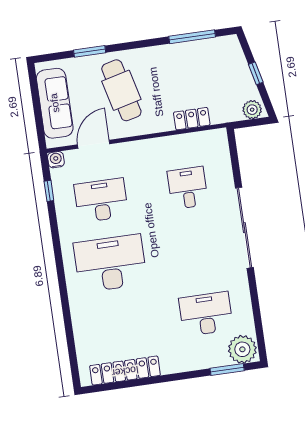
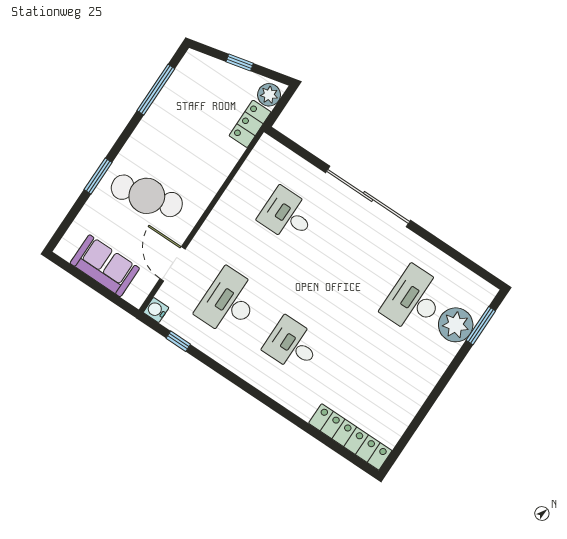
window: (90, 51) -> (98, 176), moved
sofa: (55, 103) -> (105, 266), width x0.73
locker: (192, 119) -> (250, 124), moved
desk: (110, 263) -> (292, 345), width x0.53, depth x0.77
plant: (242, 349) -> (456, 325), moved
locker: (125, 371) -> (350, 437), moved, turned 90

